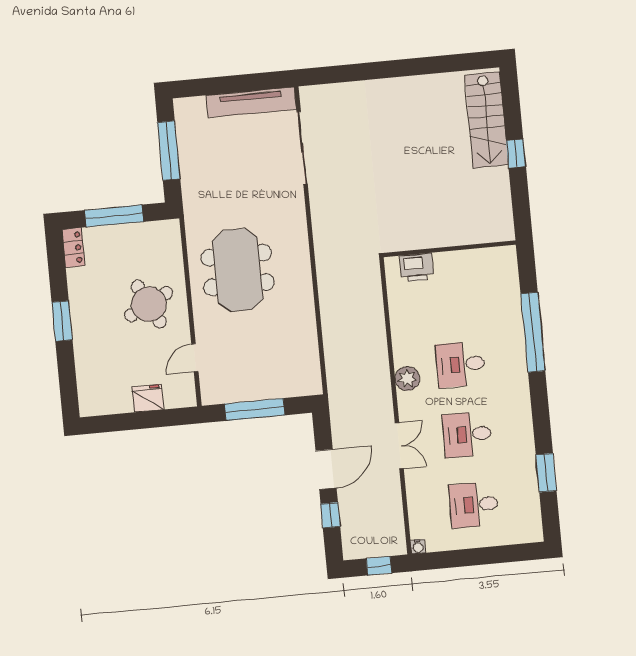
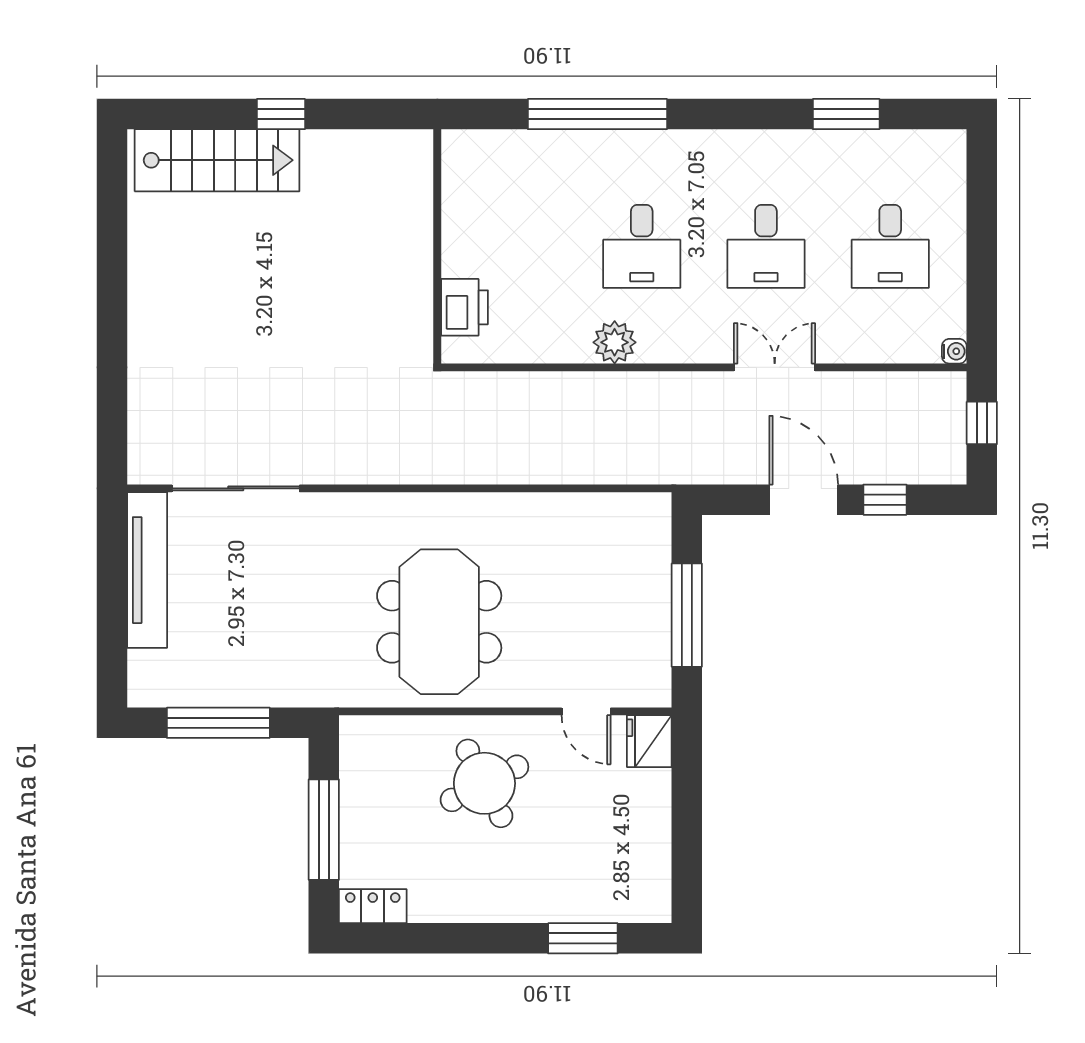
meeting table: (238, 270) -> (439, 622), turned 90
window: (62, 321) -> (583, 938), moved
plant: (407, 379) -> (615, 342), moved
fridge: (148, 398) -> (649, 741), moved

